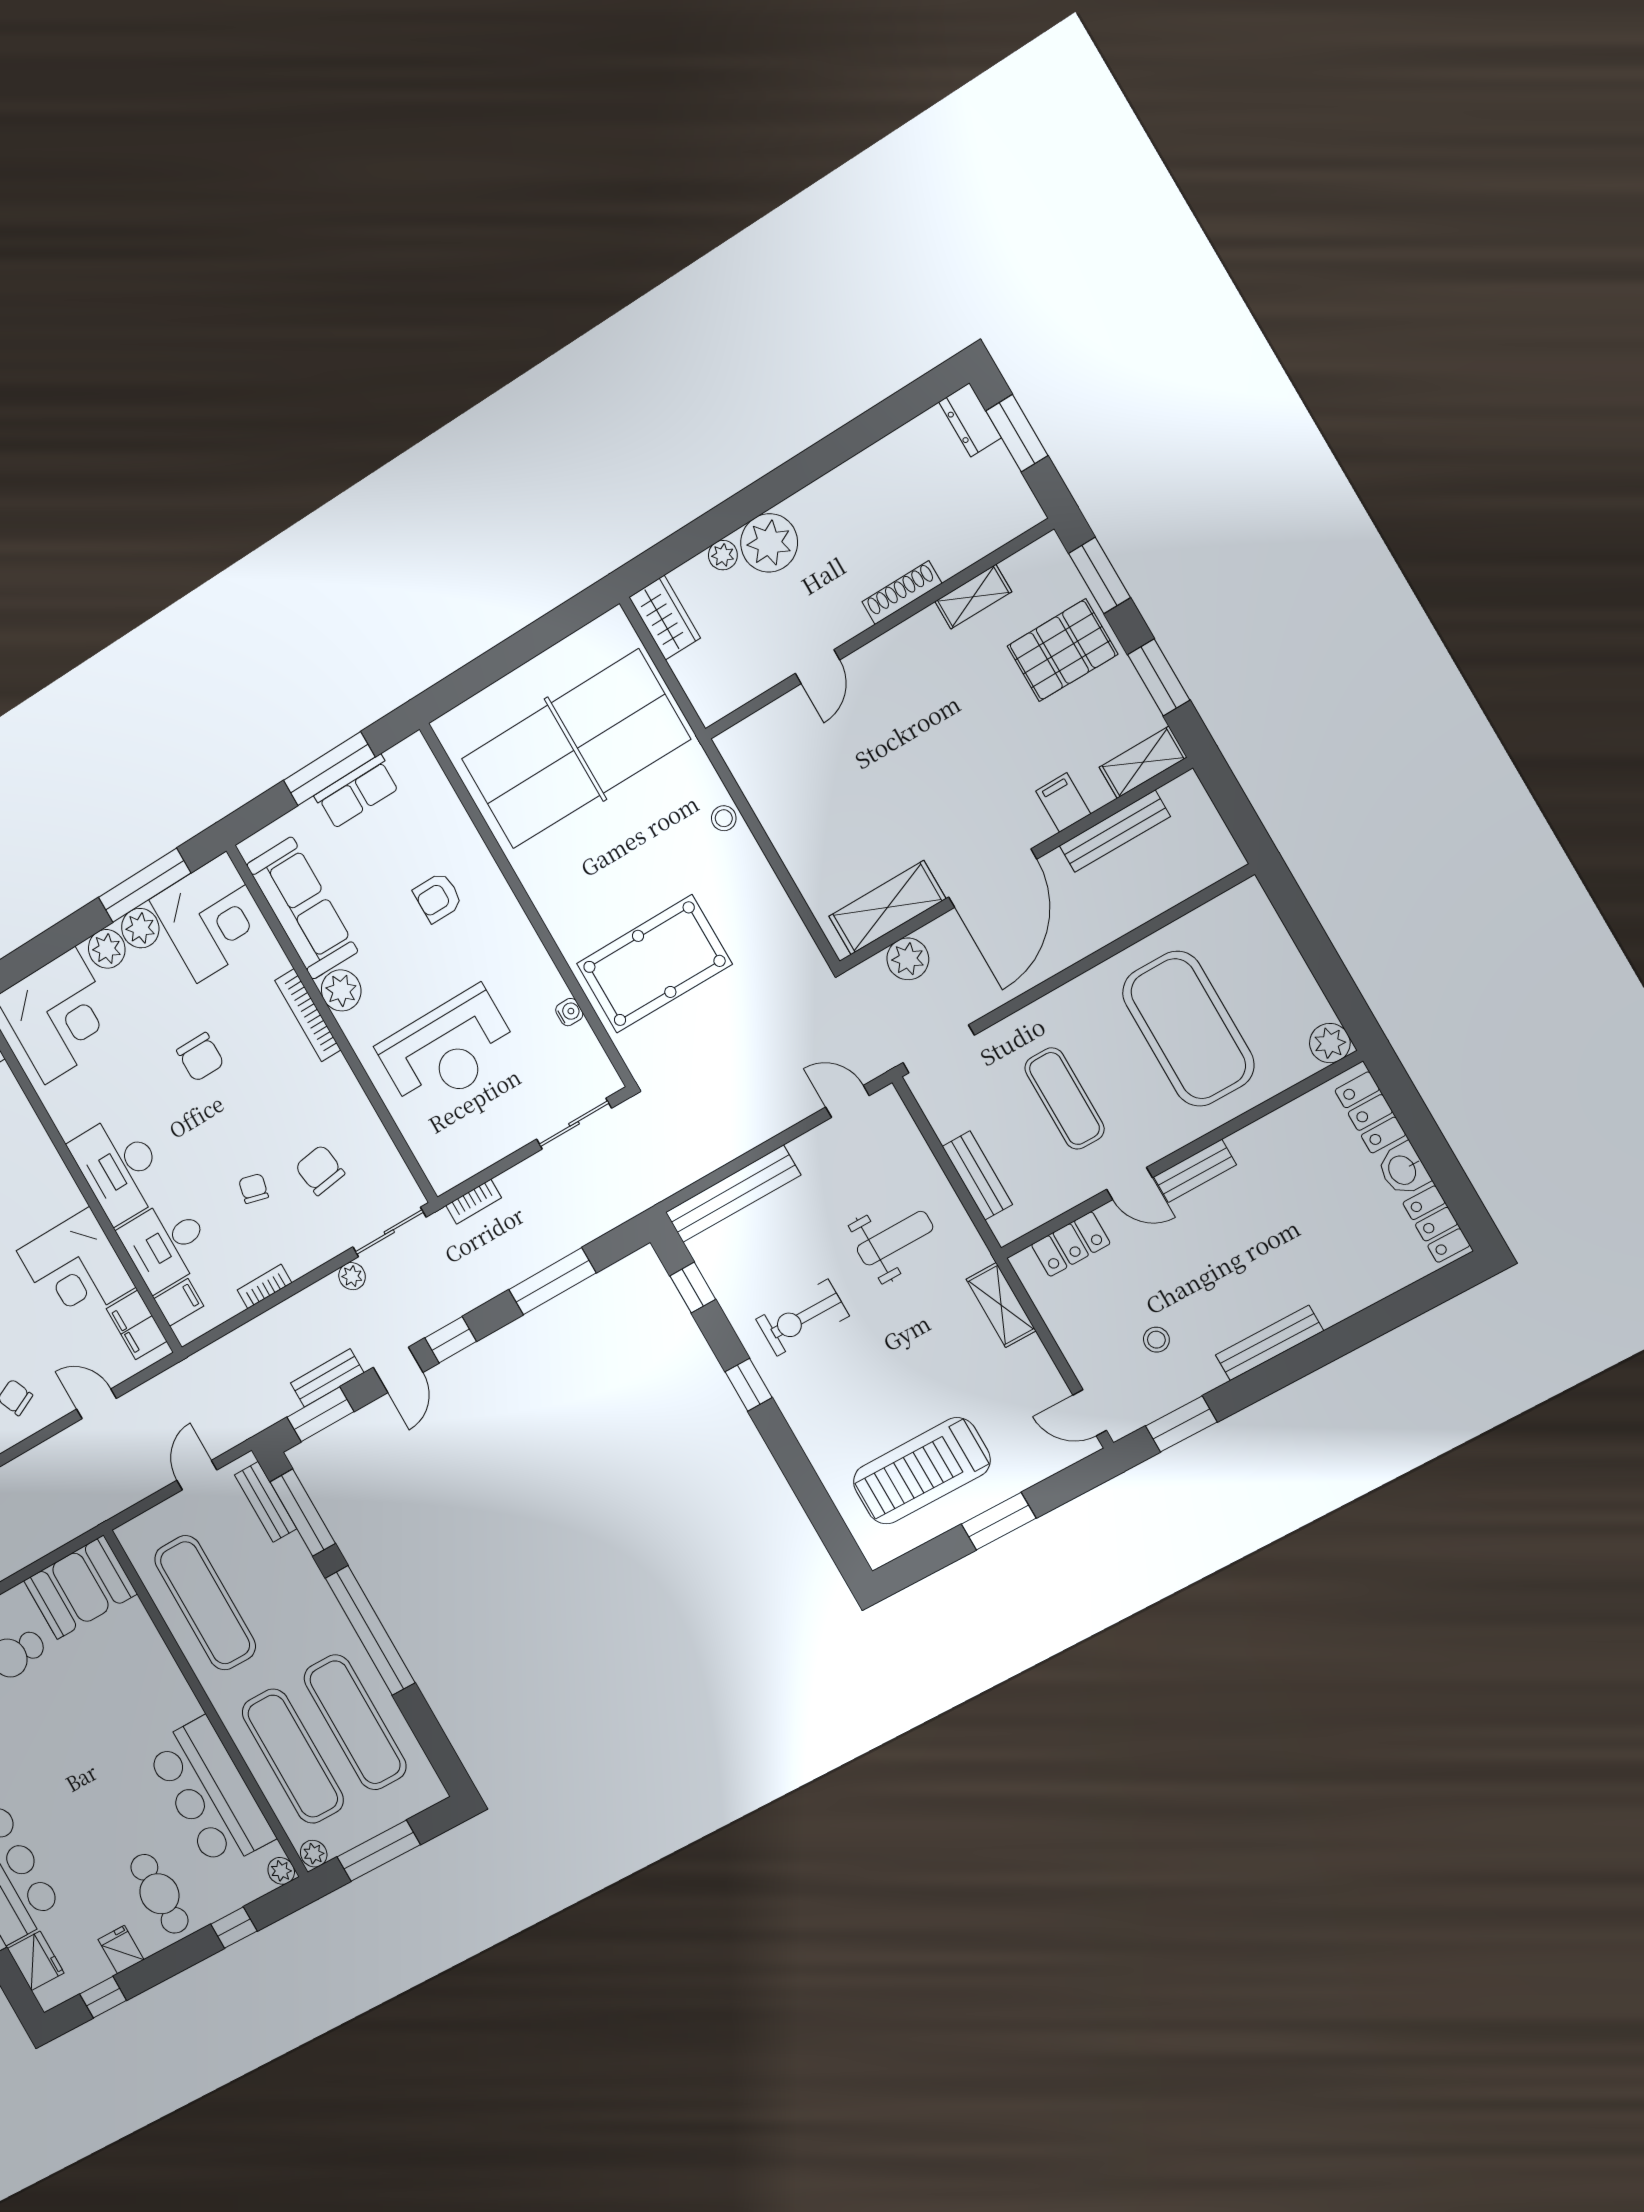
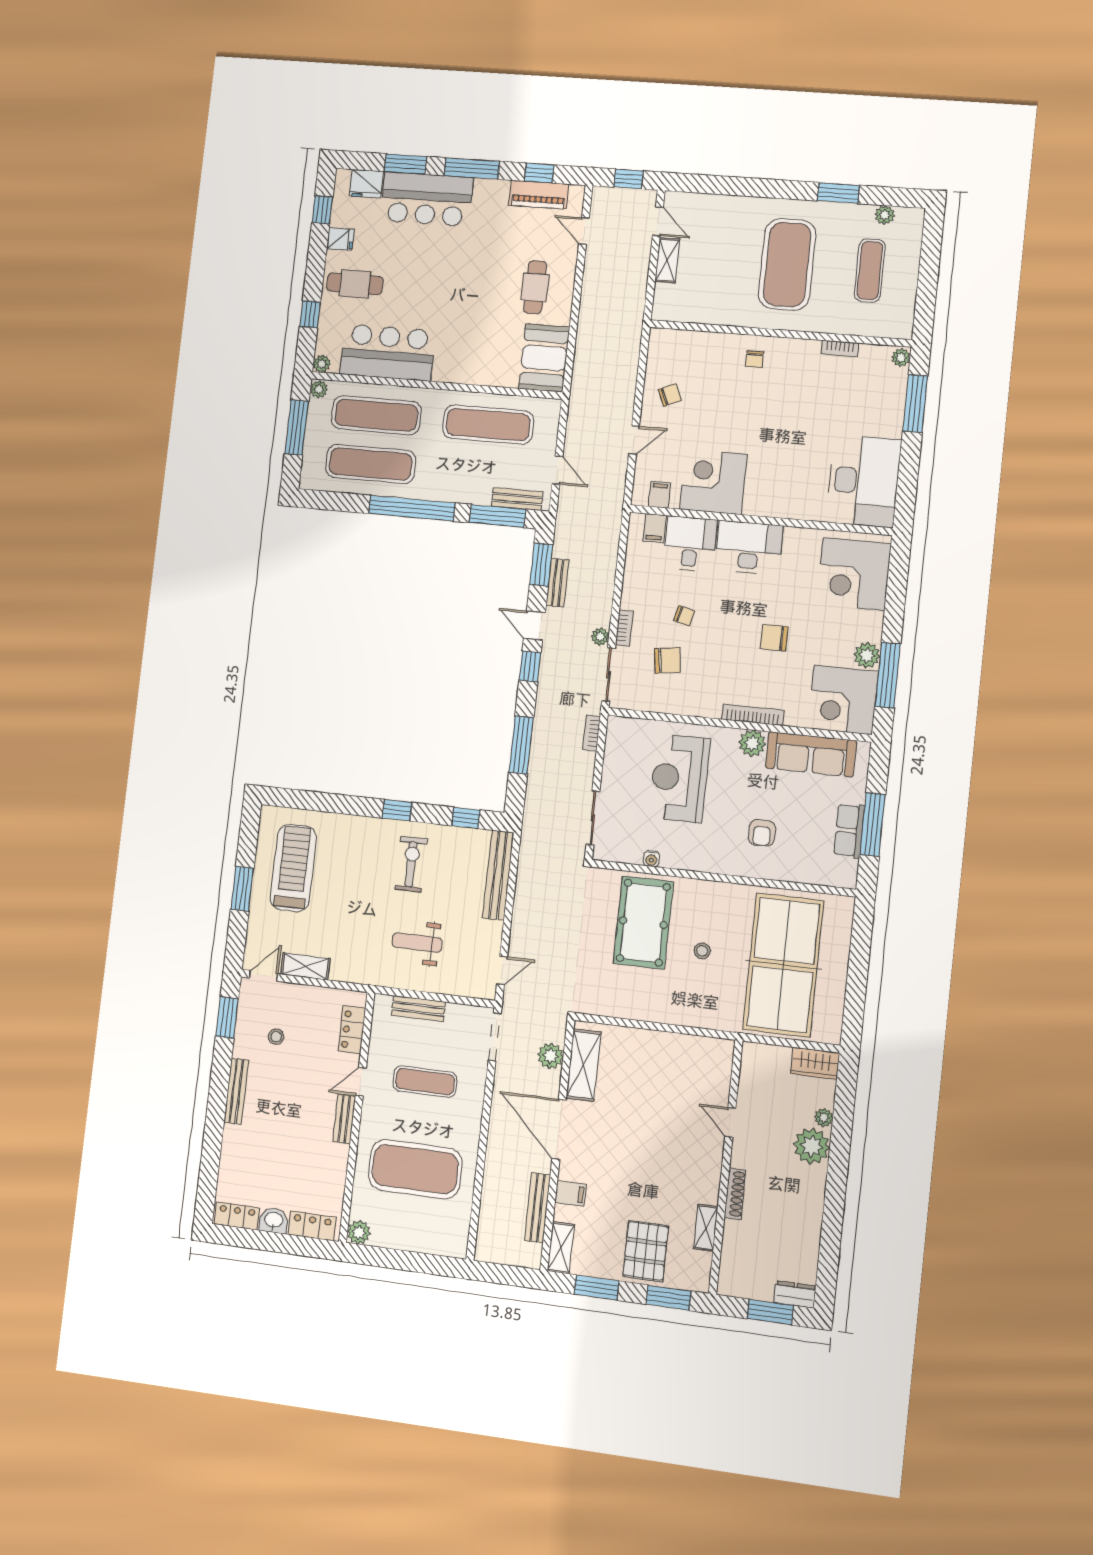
stool: (724, 818) -> (702, 951), moved
armchair: (438, 897) -> (762, 833), turned 180
plant: (107, 949) -> (870, 628), removed
weight bench: (895, 1238) -> (417, 943), turned 90
bookcase: (264, 1286) -> (624, 628), moved
shelving: (1001, 1305) -> (305, 966), moved
filing cabinet: (137, 1325) -> (659, 495), width x0.50

